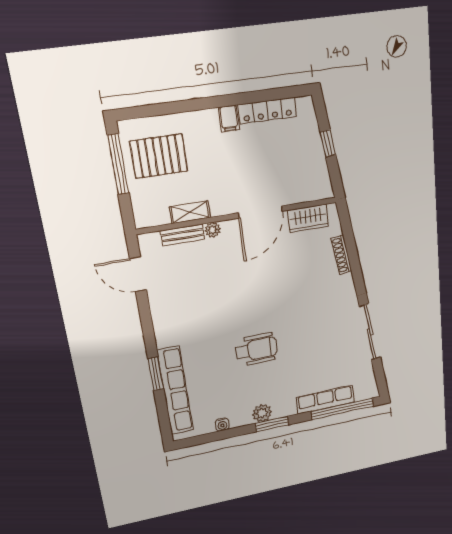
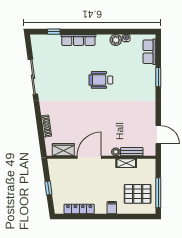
filing cabinet: (229, 118) -> (112, 208), moved
row of seats: (175, 391) -> (149, 52), width x0.50
row of seats: (325, 400) -> (78, 40), moved
window: (343, 409) -> (54, 32), width x0.32
plant: (262, 413) -> (116, 40), moved
window: (272, 424) -> (97, 32), removed

